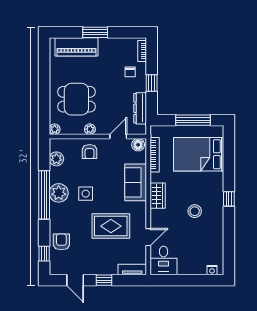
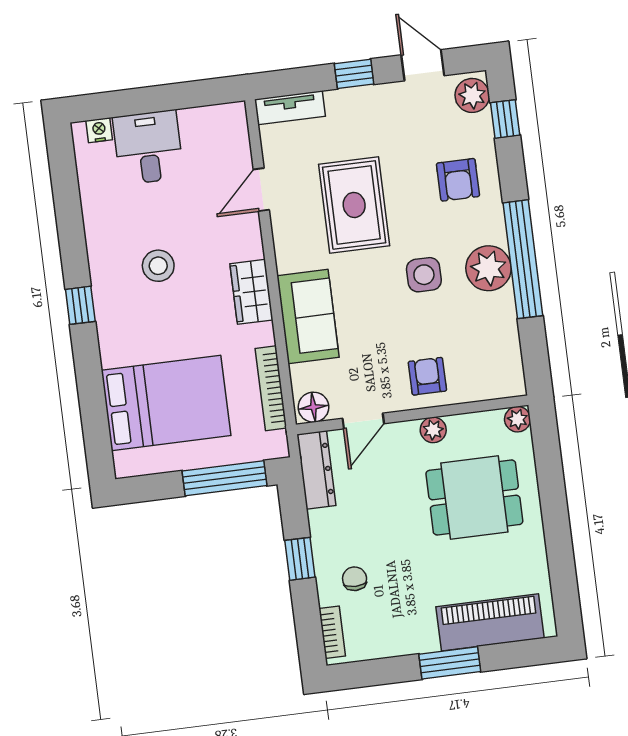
dresser: (140, 108) -> (316, 470), moved
window: (193, 120) -> (225, 478), moved
plant: (56, 159) -> (472, 95), moved
rug: (111, 226) -> (354, 205), turned 90
armchair: (61, 242) -> (458, 180), moved
desk: (164, 260) -> (148, 147), moved

